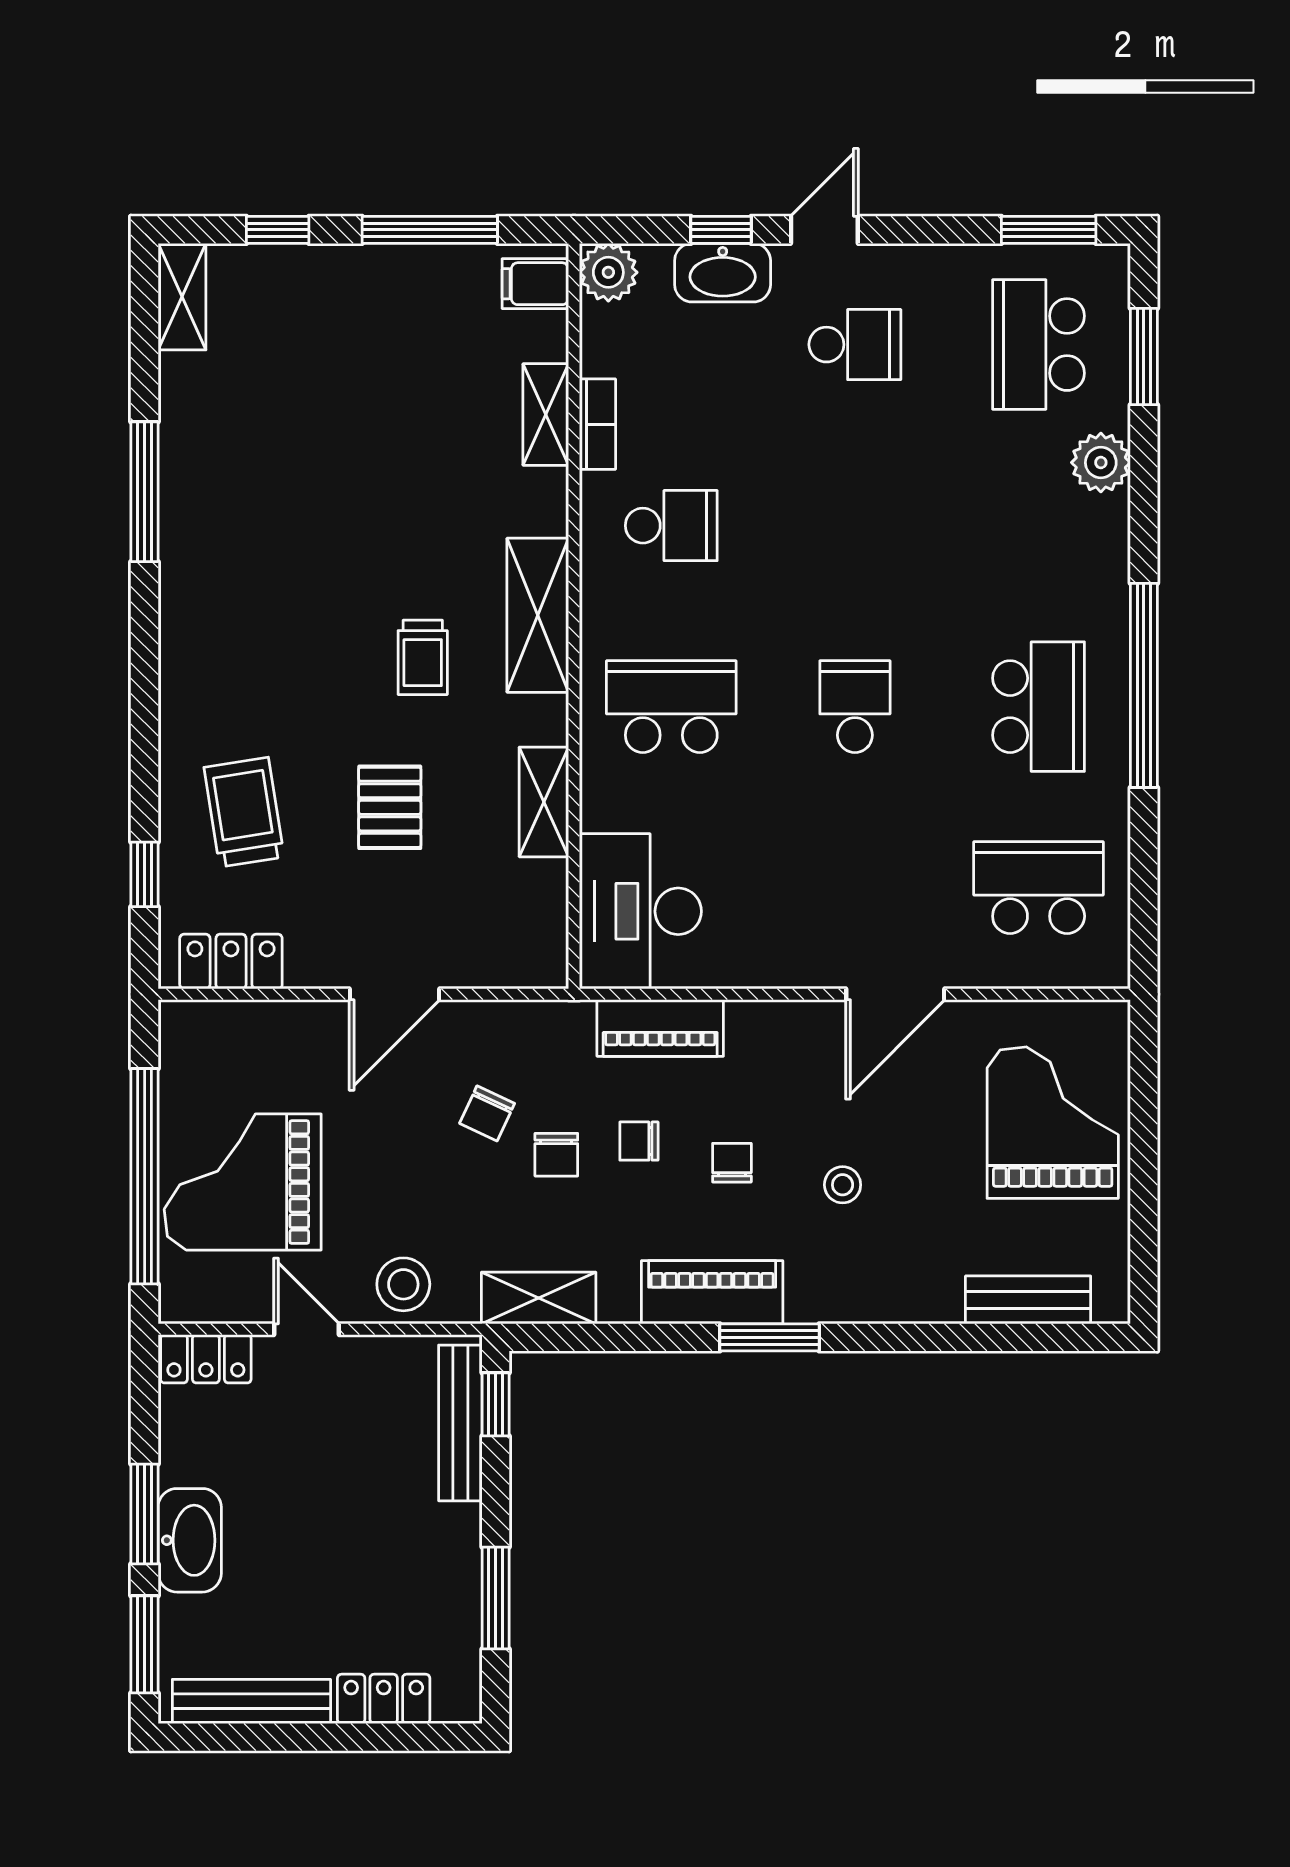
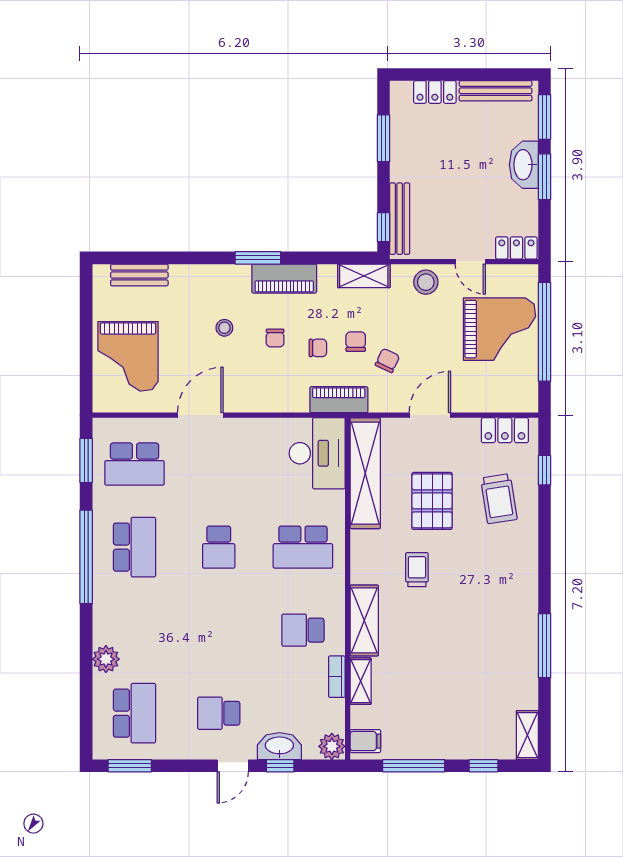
window: (1144, 357) -> (86, 460), moved
shelving: (538, 615) -> (364, 620), moved
school desk: (1039, 707) -> (134, 547), turned 180
shelving: (544, 802) -> (365, 473), width x2.20, depth x1.33
pallet: (390, 807) -> (432, 501), width x1.50, depth x1.42
piano: (660, 1028) -> (339, 400), moved

